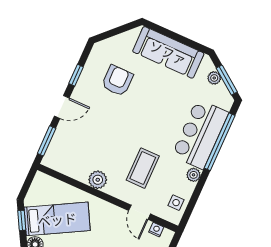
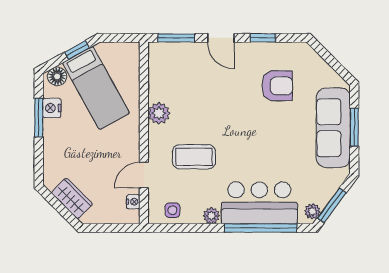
window: (175, 36) -> (354, 127), added
plant: (214, 78) -> (313, 211), moved

